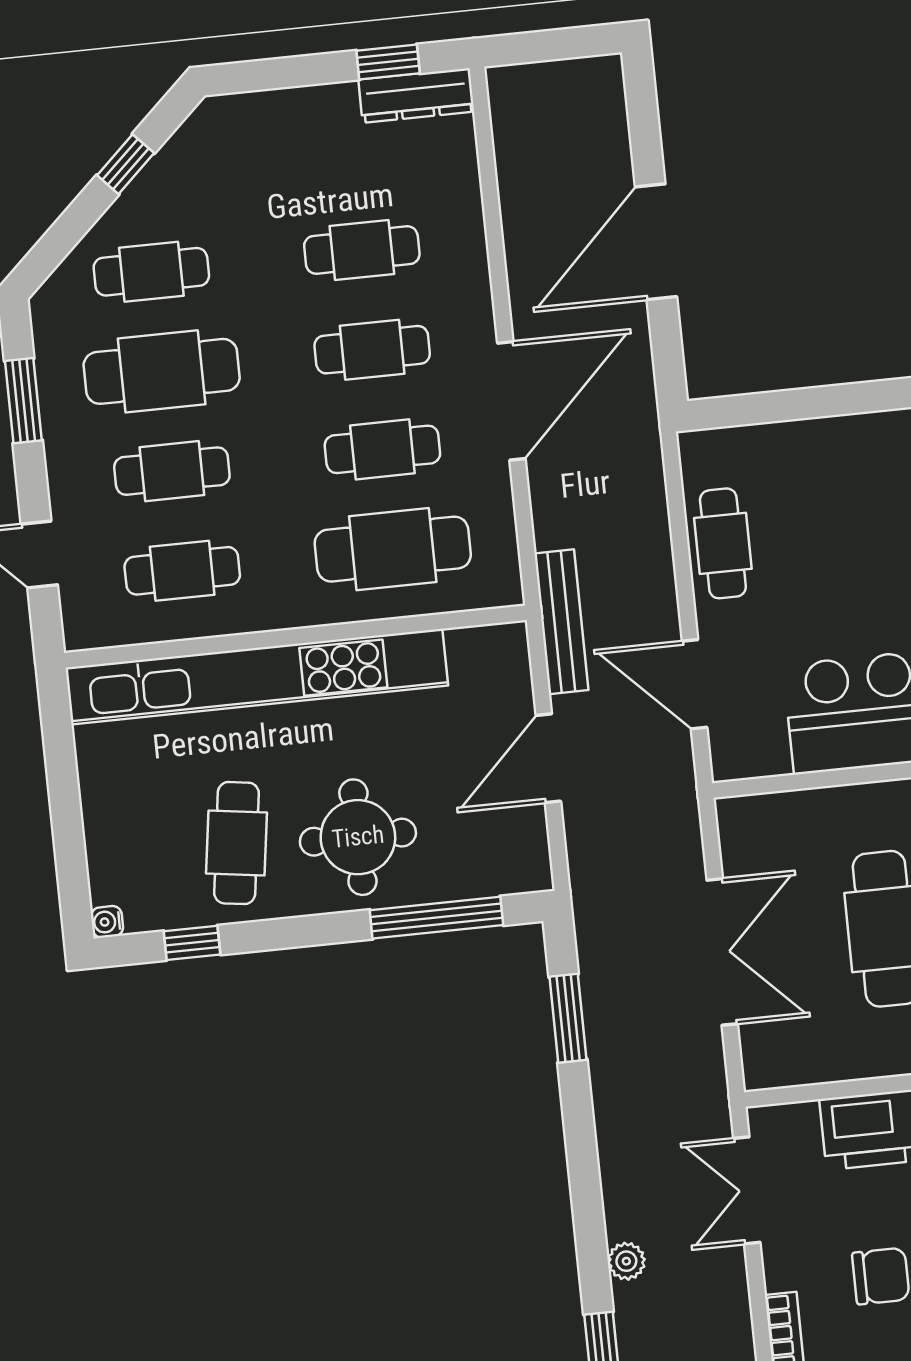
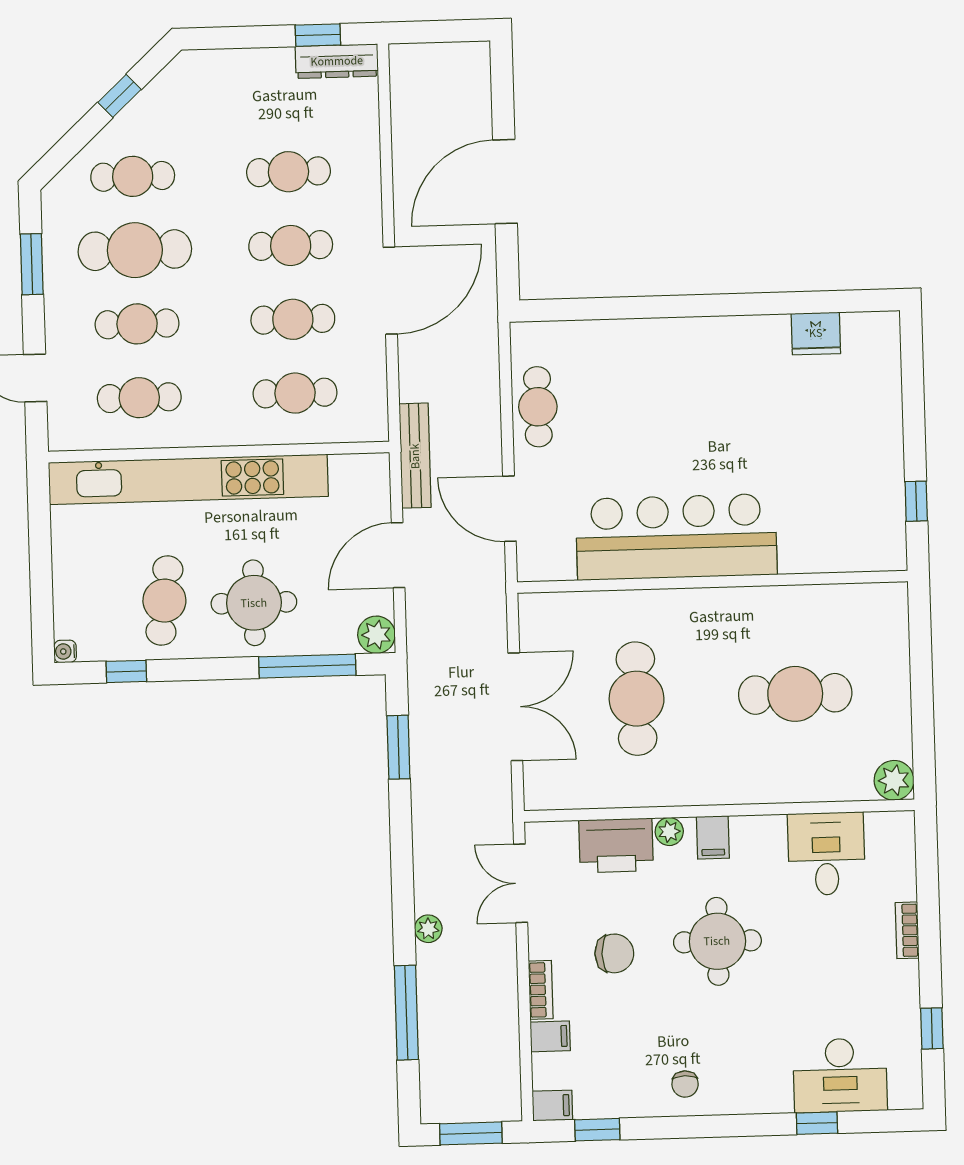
cafe table: (393, 549) -> (295, 393), width x0.73, depth x0.74
plant: (527, 868) -> (376, 635), added

